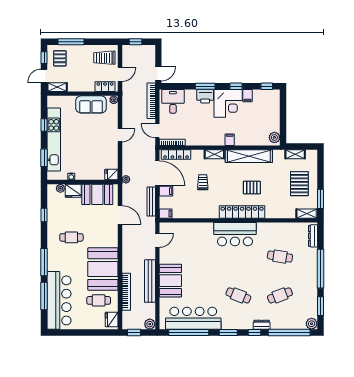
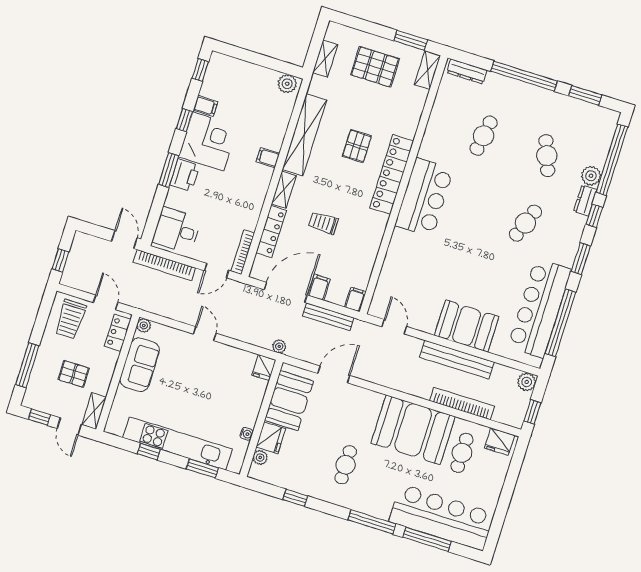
pallet: (60, 58) -> (74, 374), moved
locker: (176, 155) -> (271, 232), moved
plant: (312, 324) -> (591, 176), moved

